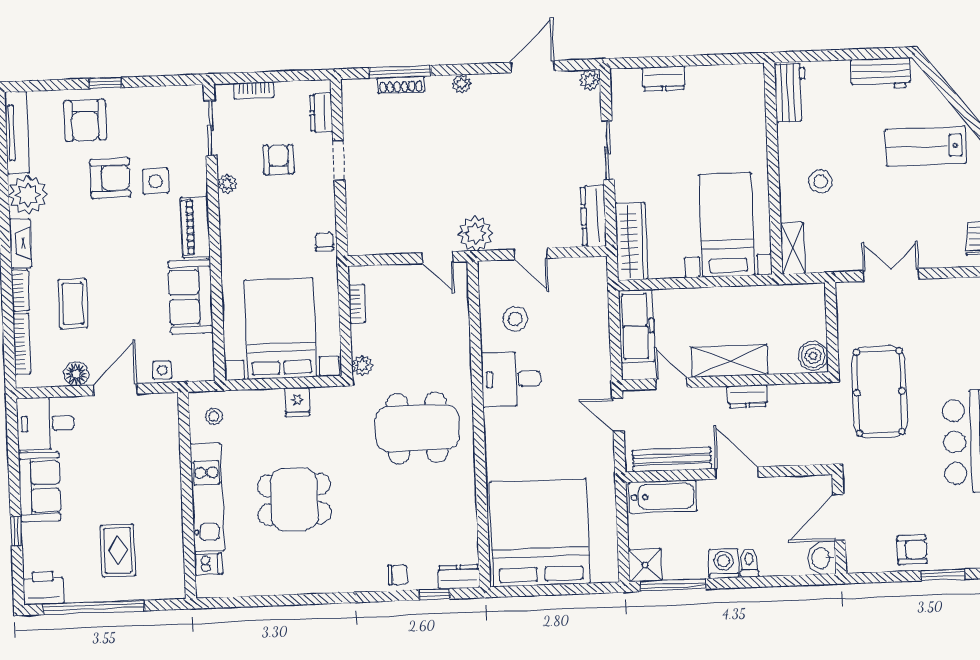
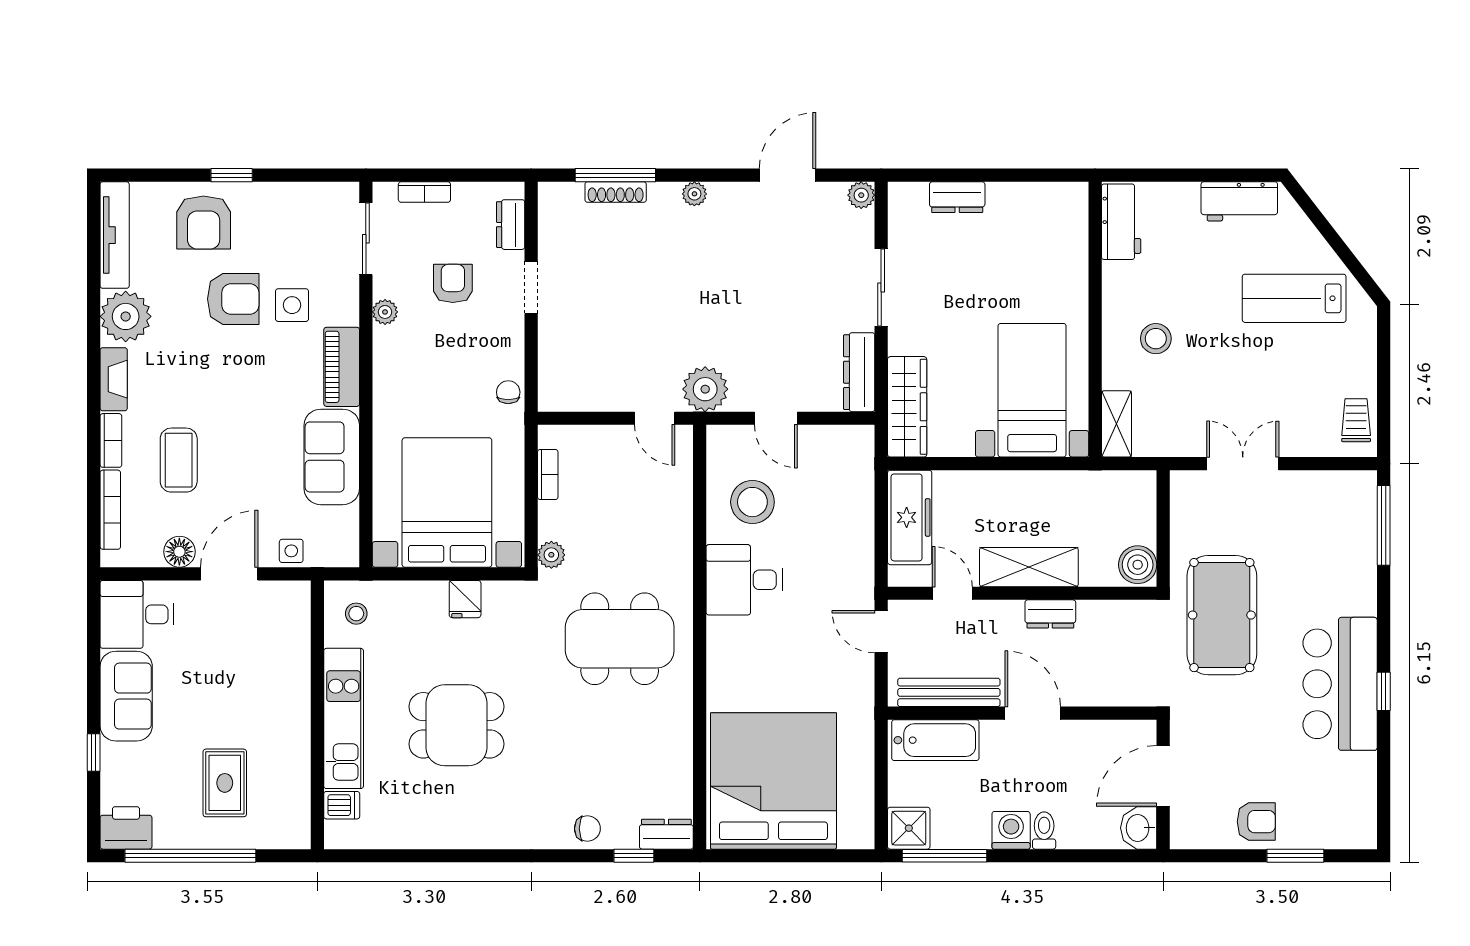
stool: (515, 319) -> (752, 502), width x1.38, depth x1.38

